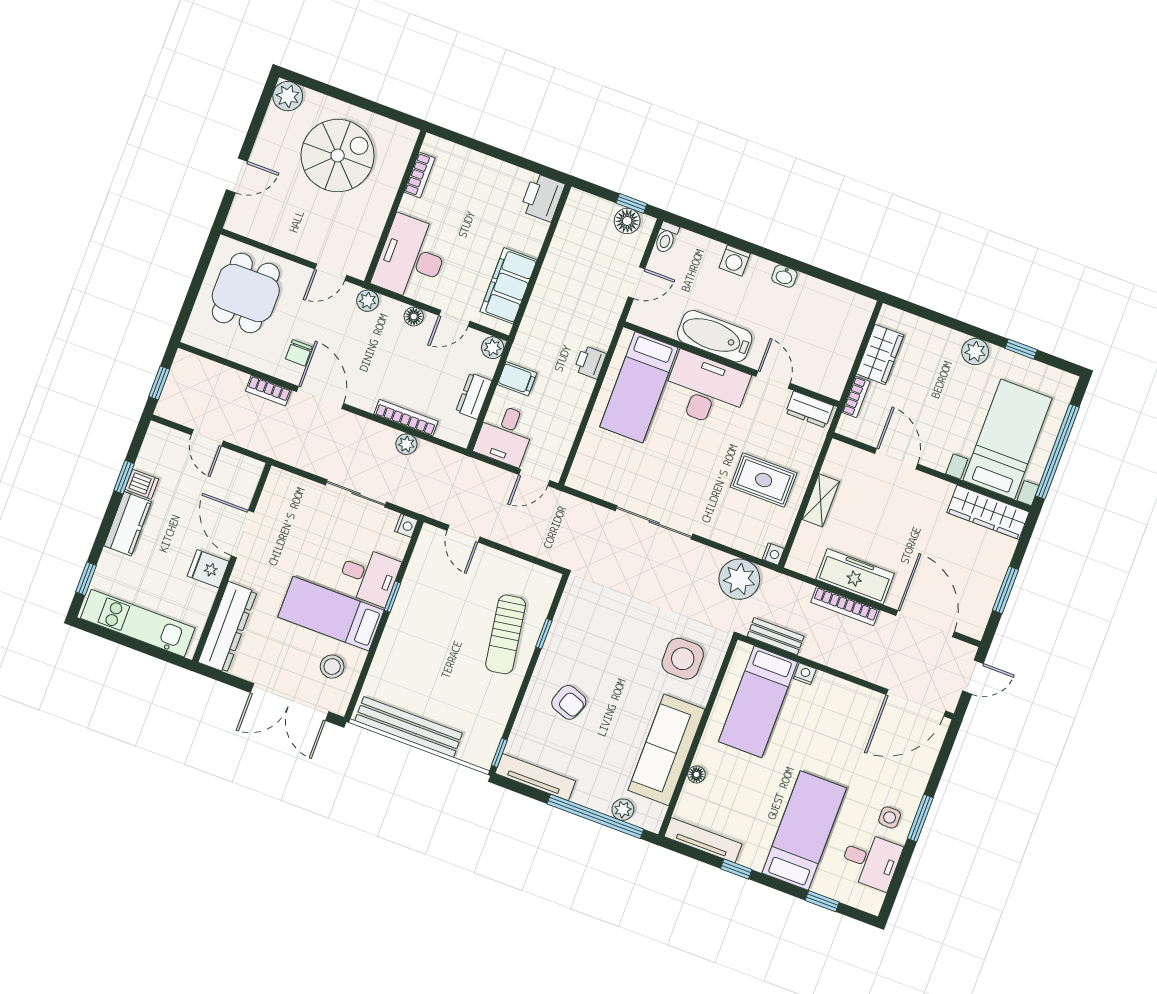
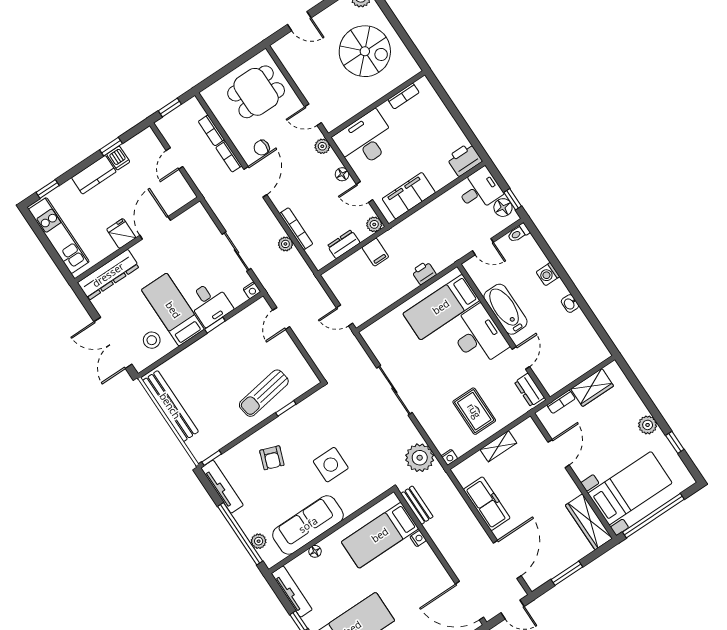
desk: (505, 435) -> (479, 190), moved, turned 180
bookcase: (845, 606) -> (211, 130), moved, width x0.64
side table: (683, 659) -> (331, 465), moved

